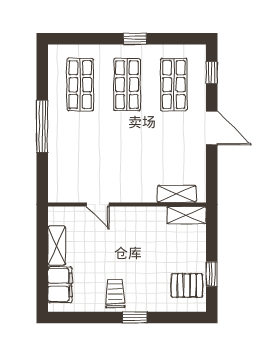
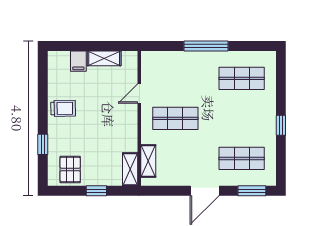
window: (212, 73) -> (252, 191), width x1.50
shop shelf: (127, 85) -> (175, 118), moved
window: (212, 274) -> (96, 191), moved
filing cabinet: (60, 285) -> (78, 61), width x0.50
window: (135, 318) -> (43, 144), moved

